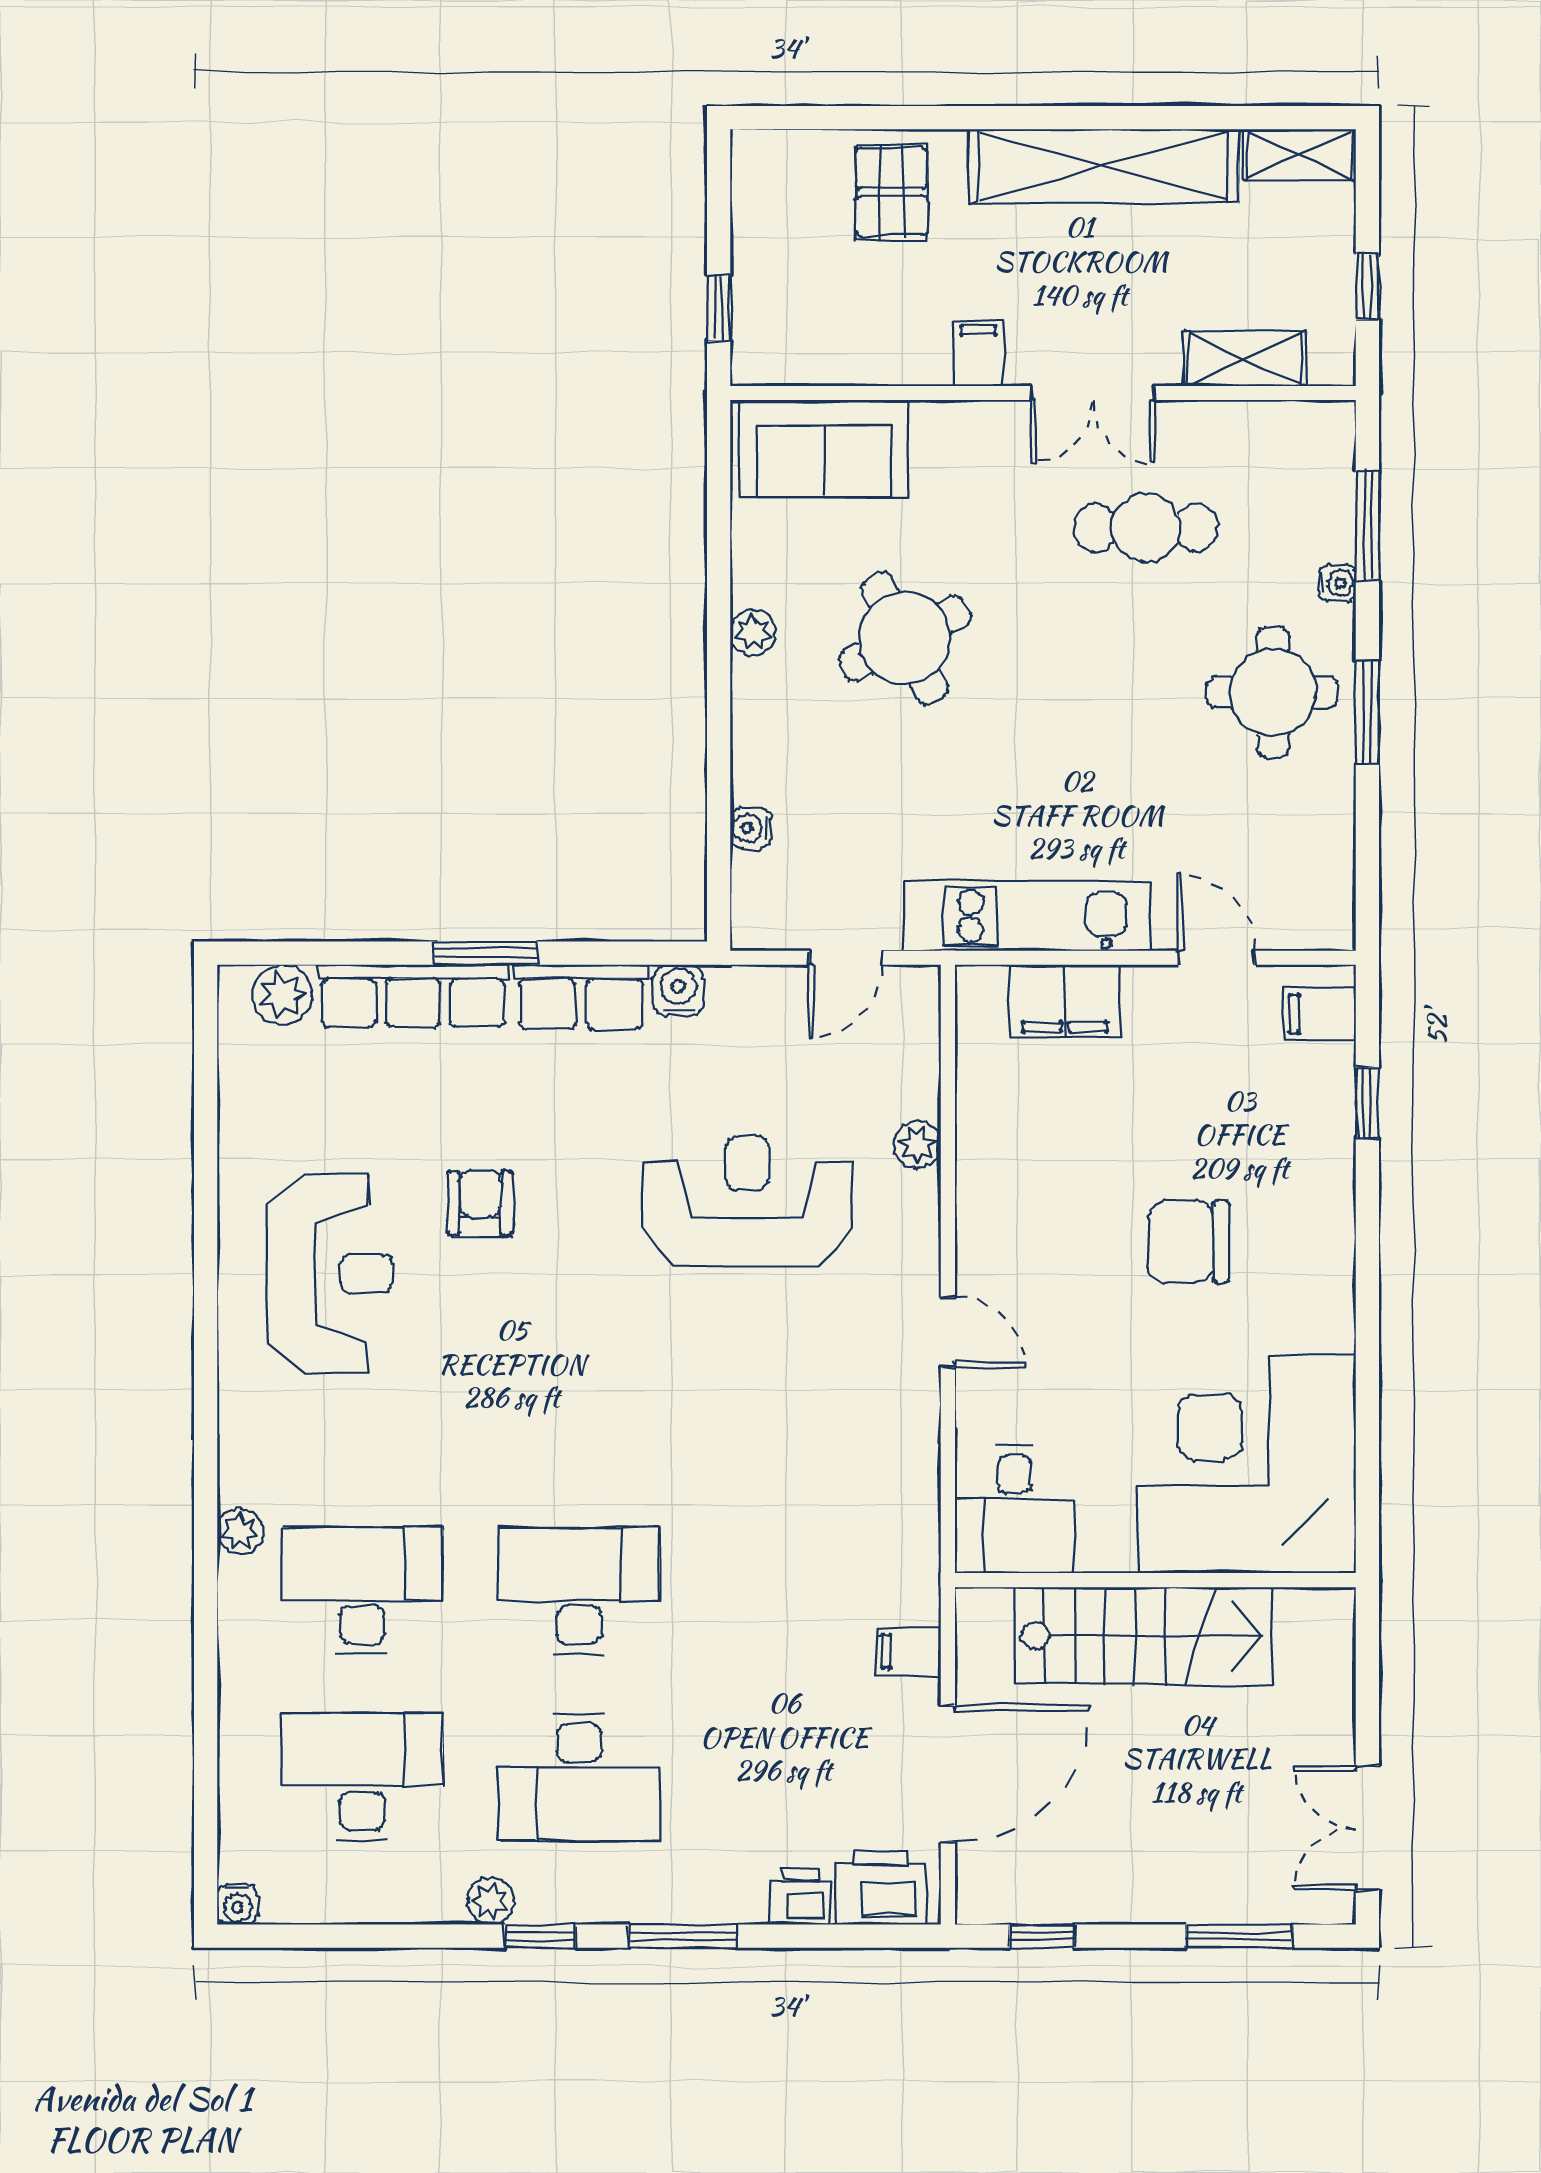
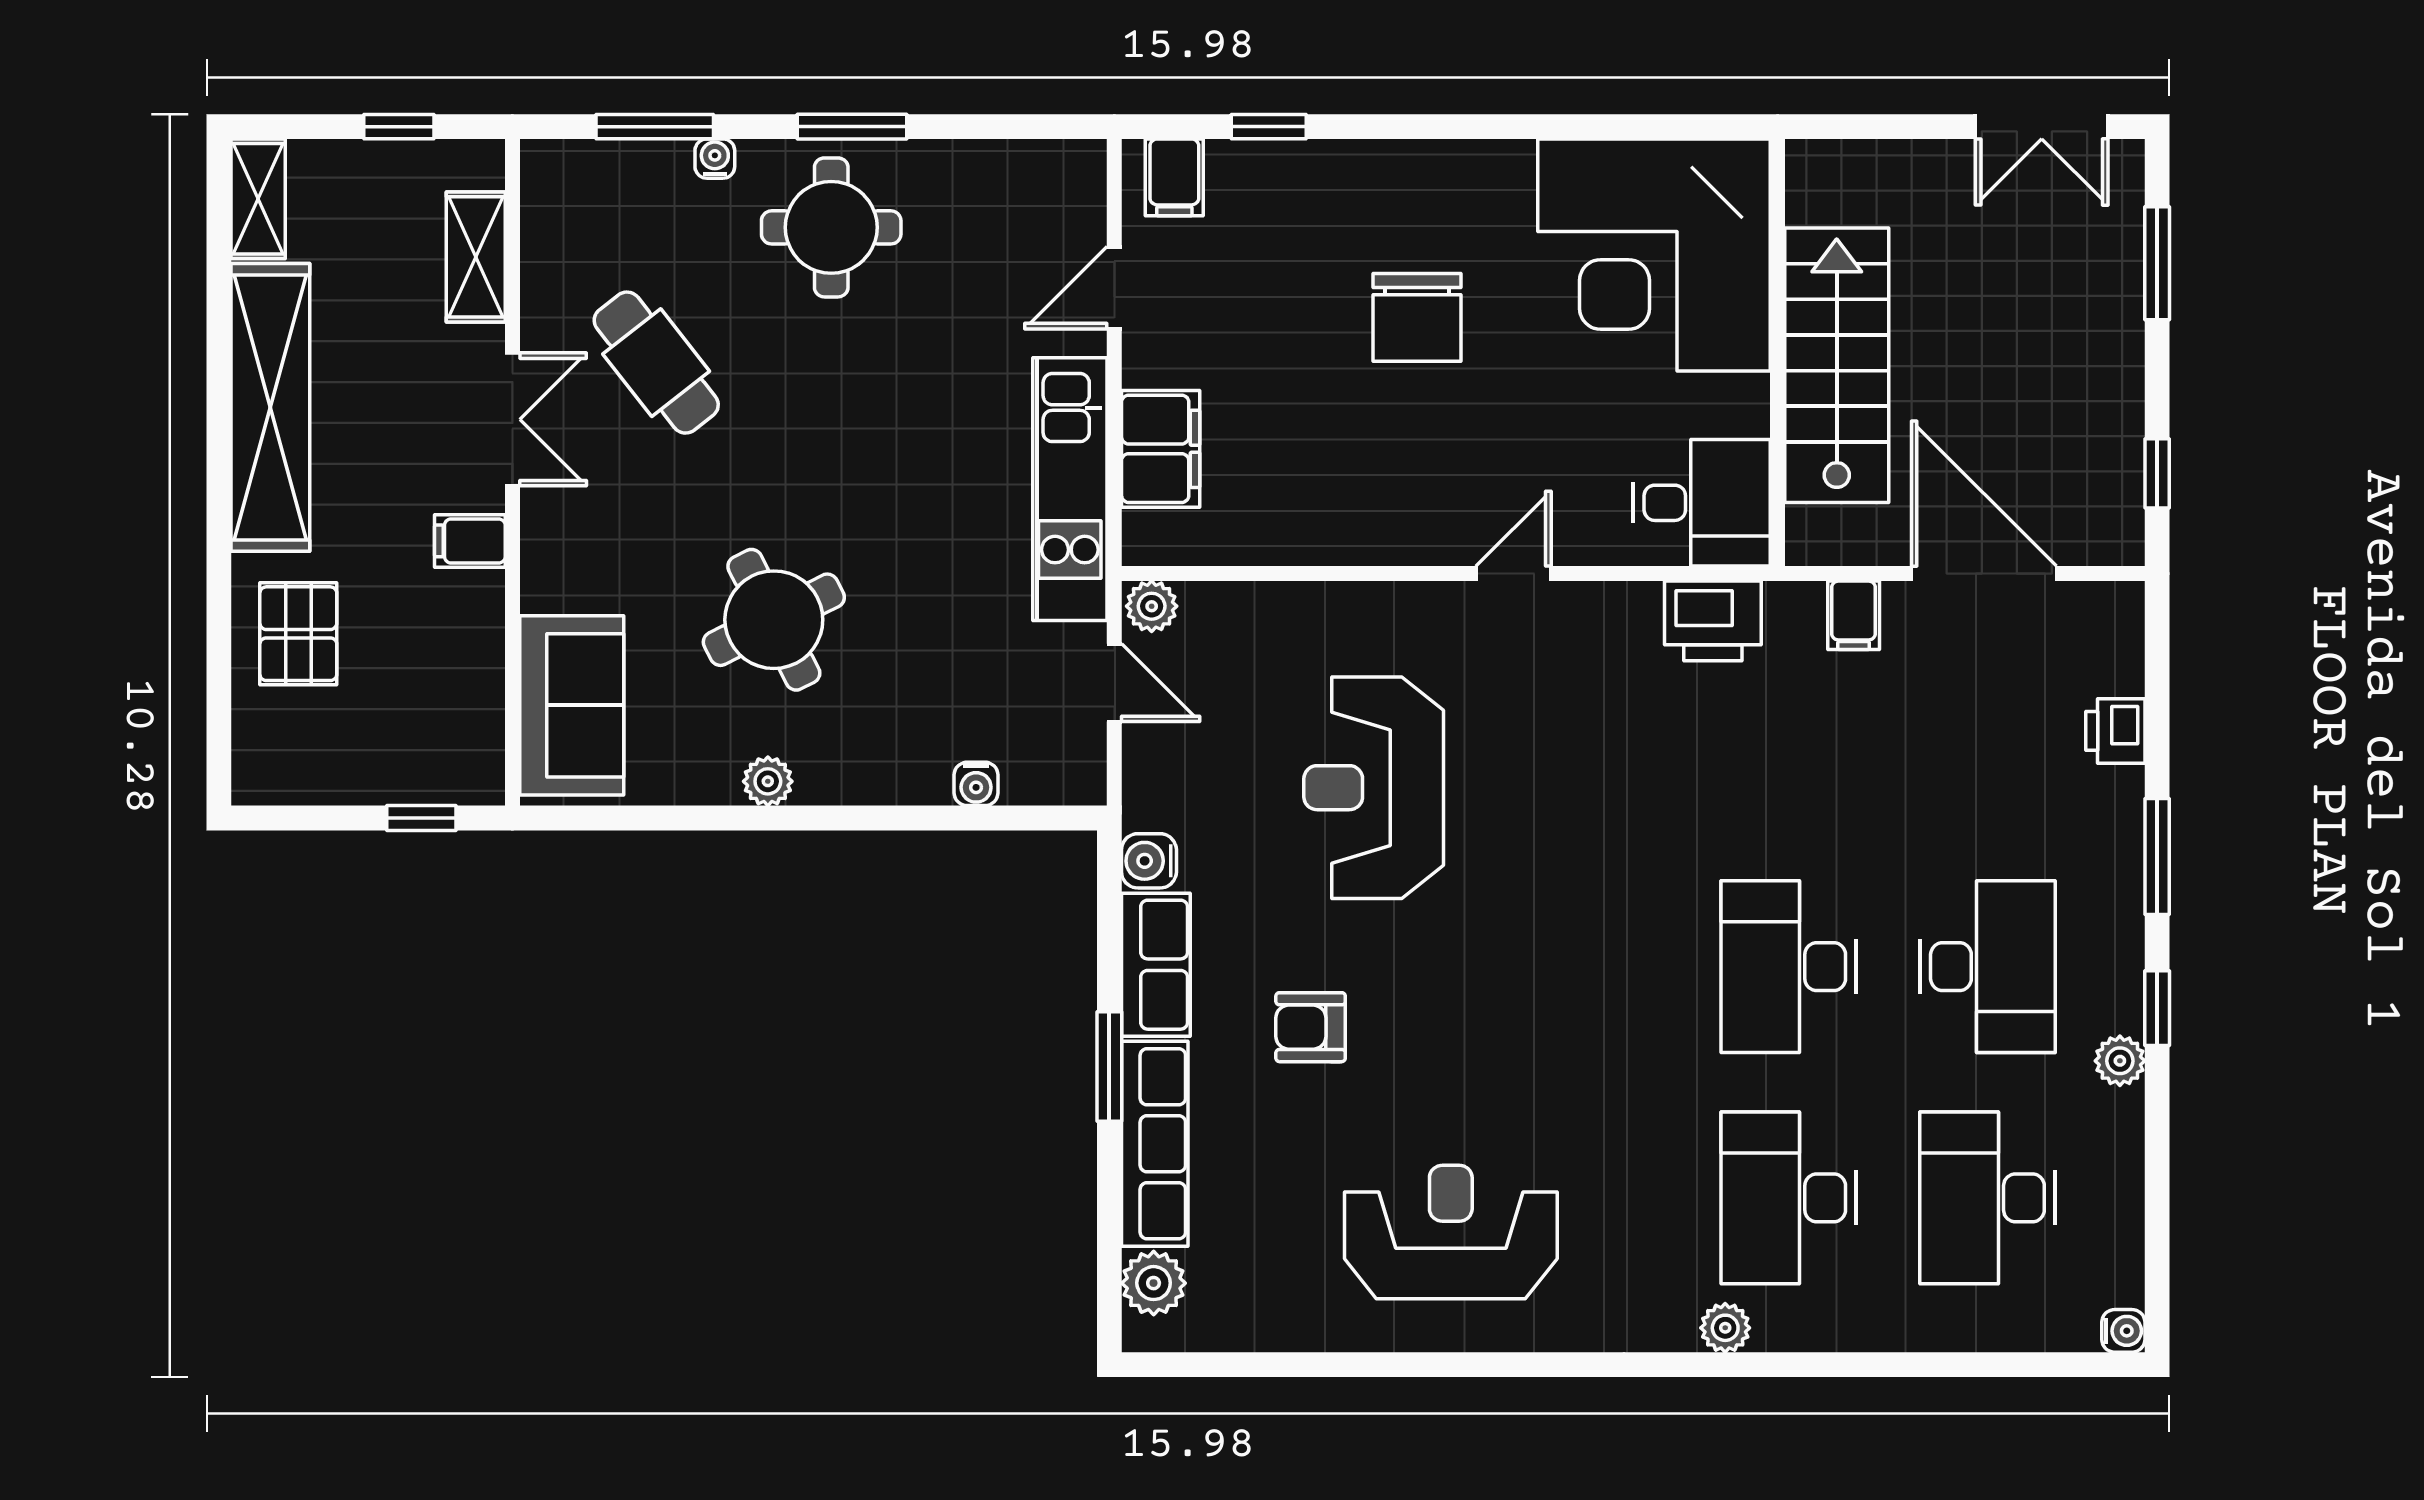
pallet: (891, 192) -> (298, 634), turned 90
cafe table: (1146, 528) -> (656, 363), turned -38
plant: (917, 1145) -> (1152, 606), moved
armchair: (480, 1203) -> (1311, 1027), moved
printer: (881, 1887) -> (1713, 621), moved, turned -90

